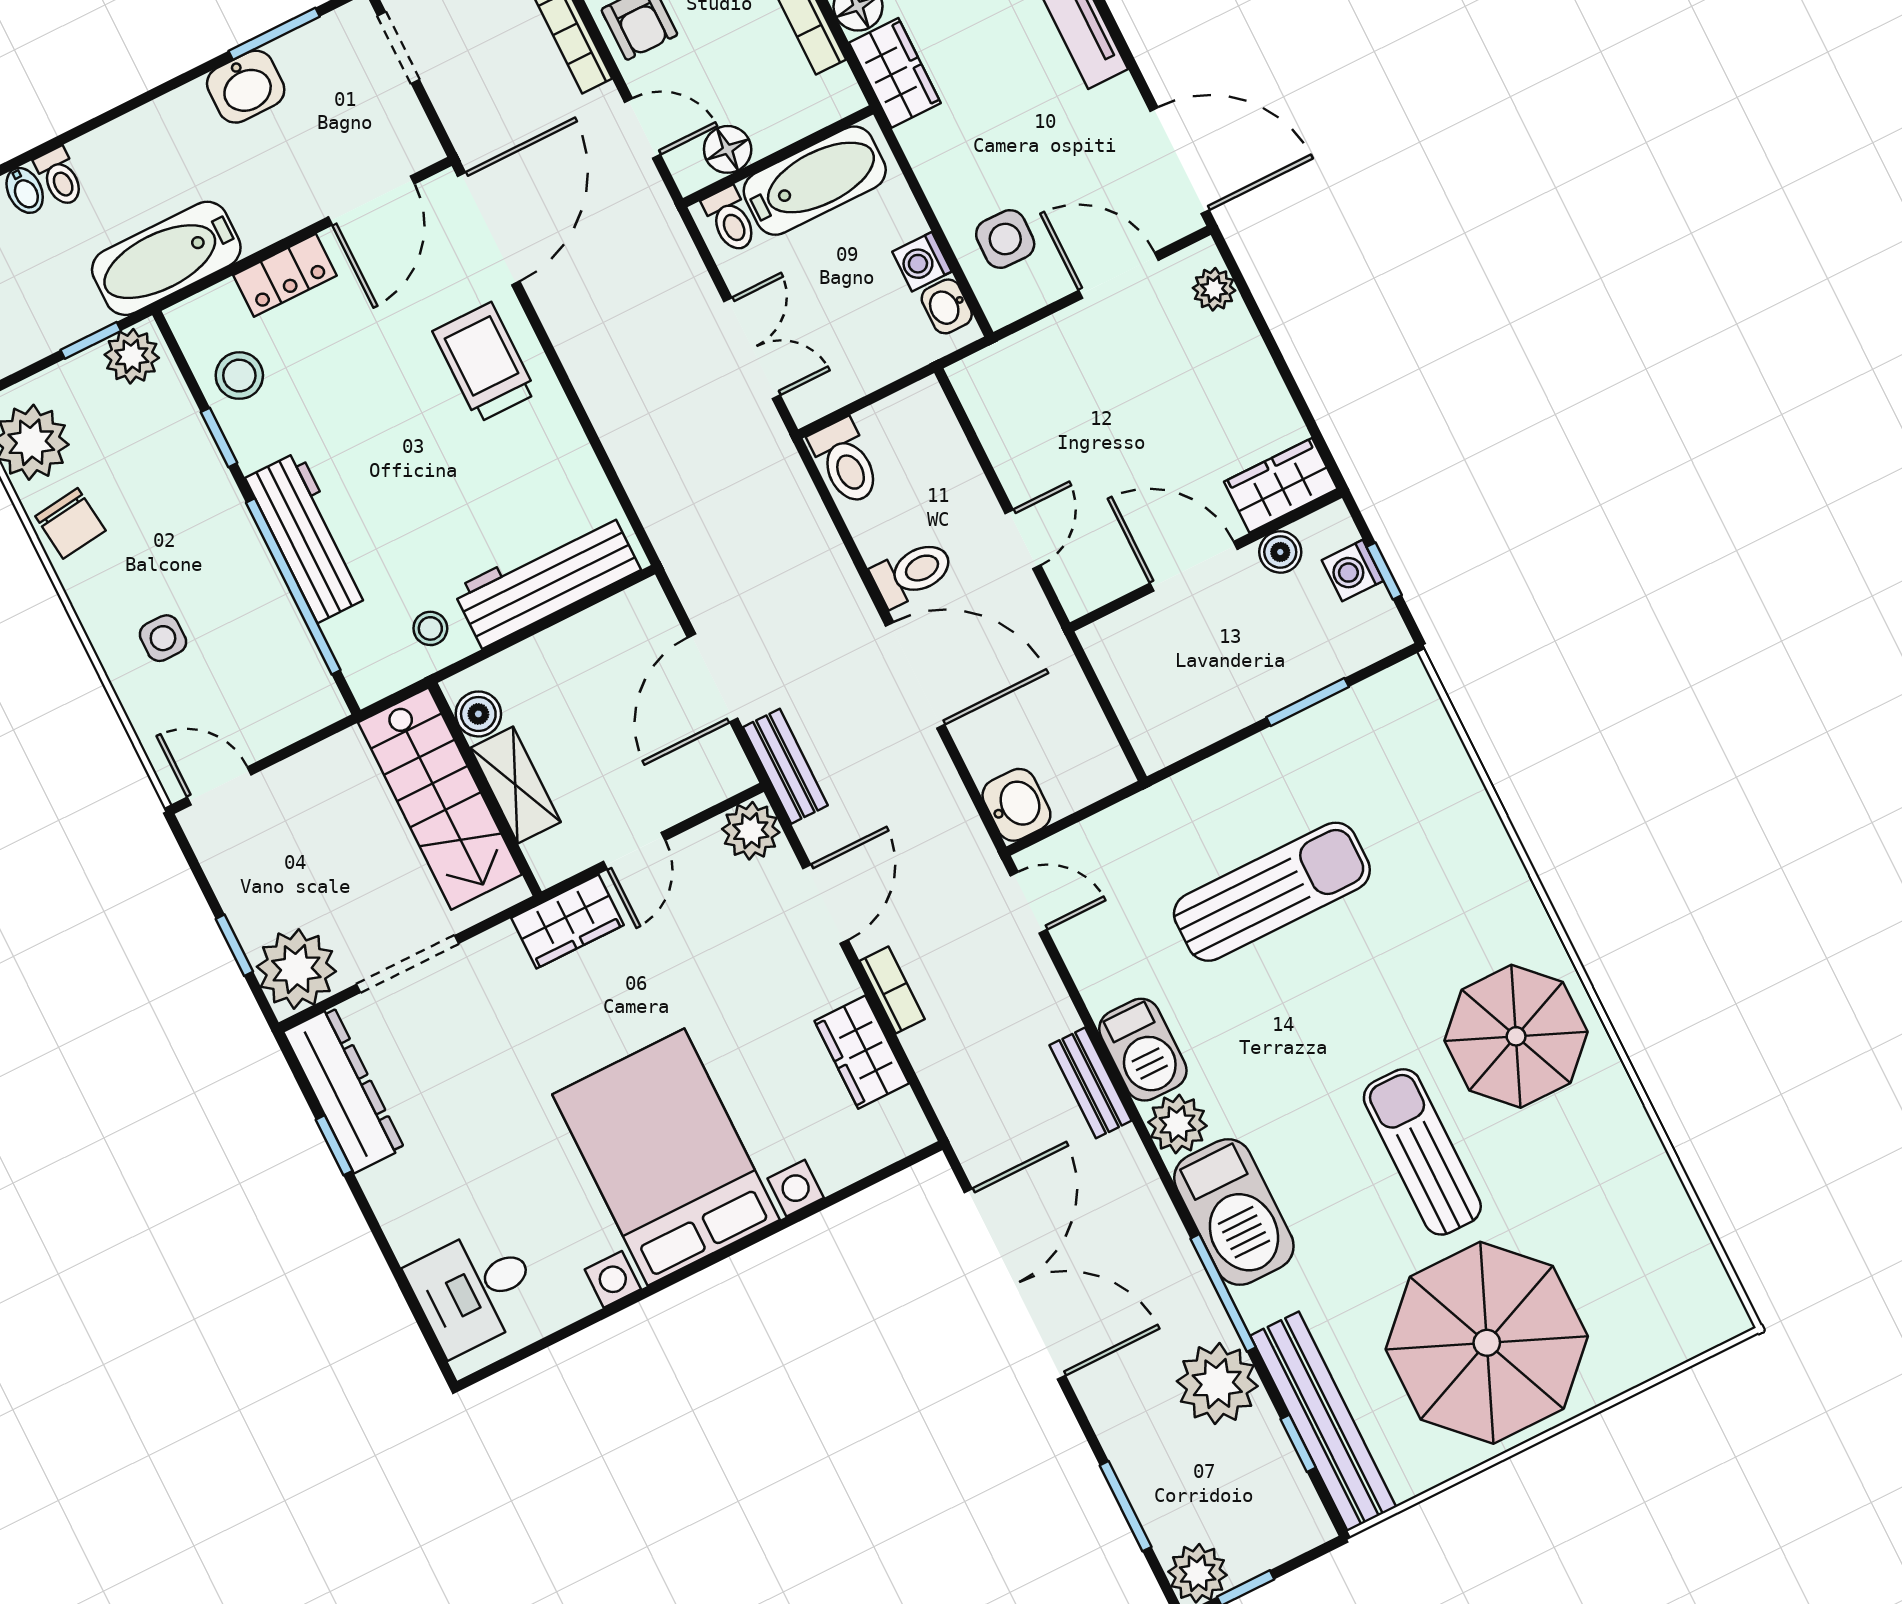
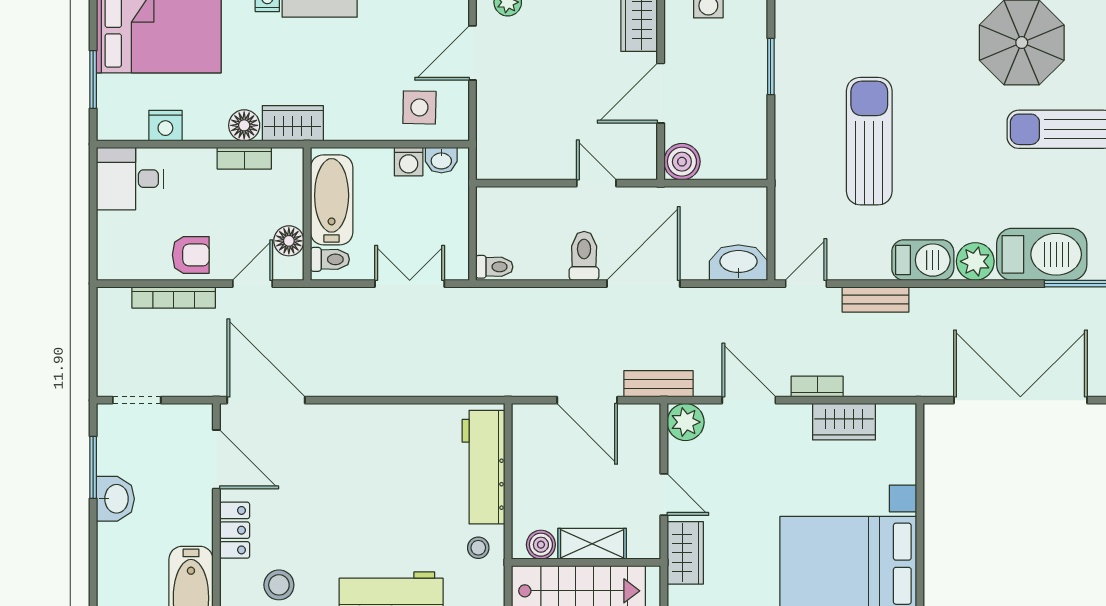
trolley: (485, 362) -> (341, 441), removed
toilet: (846, 462) -> (494, 267), width x0.73, depth x0.72
boiler: (1280, 552) -> (682, 162), moved, width x1.36, depth x1.36
washbasin: (1016, 805) -> (738, 263), width x1.38
bench: (1091, 1083) -> (876, 299), moved

